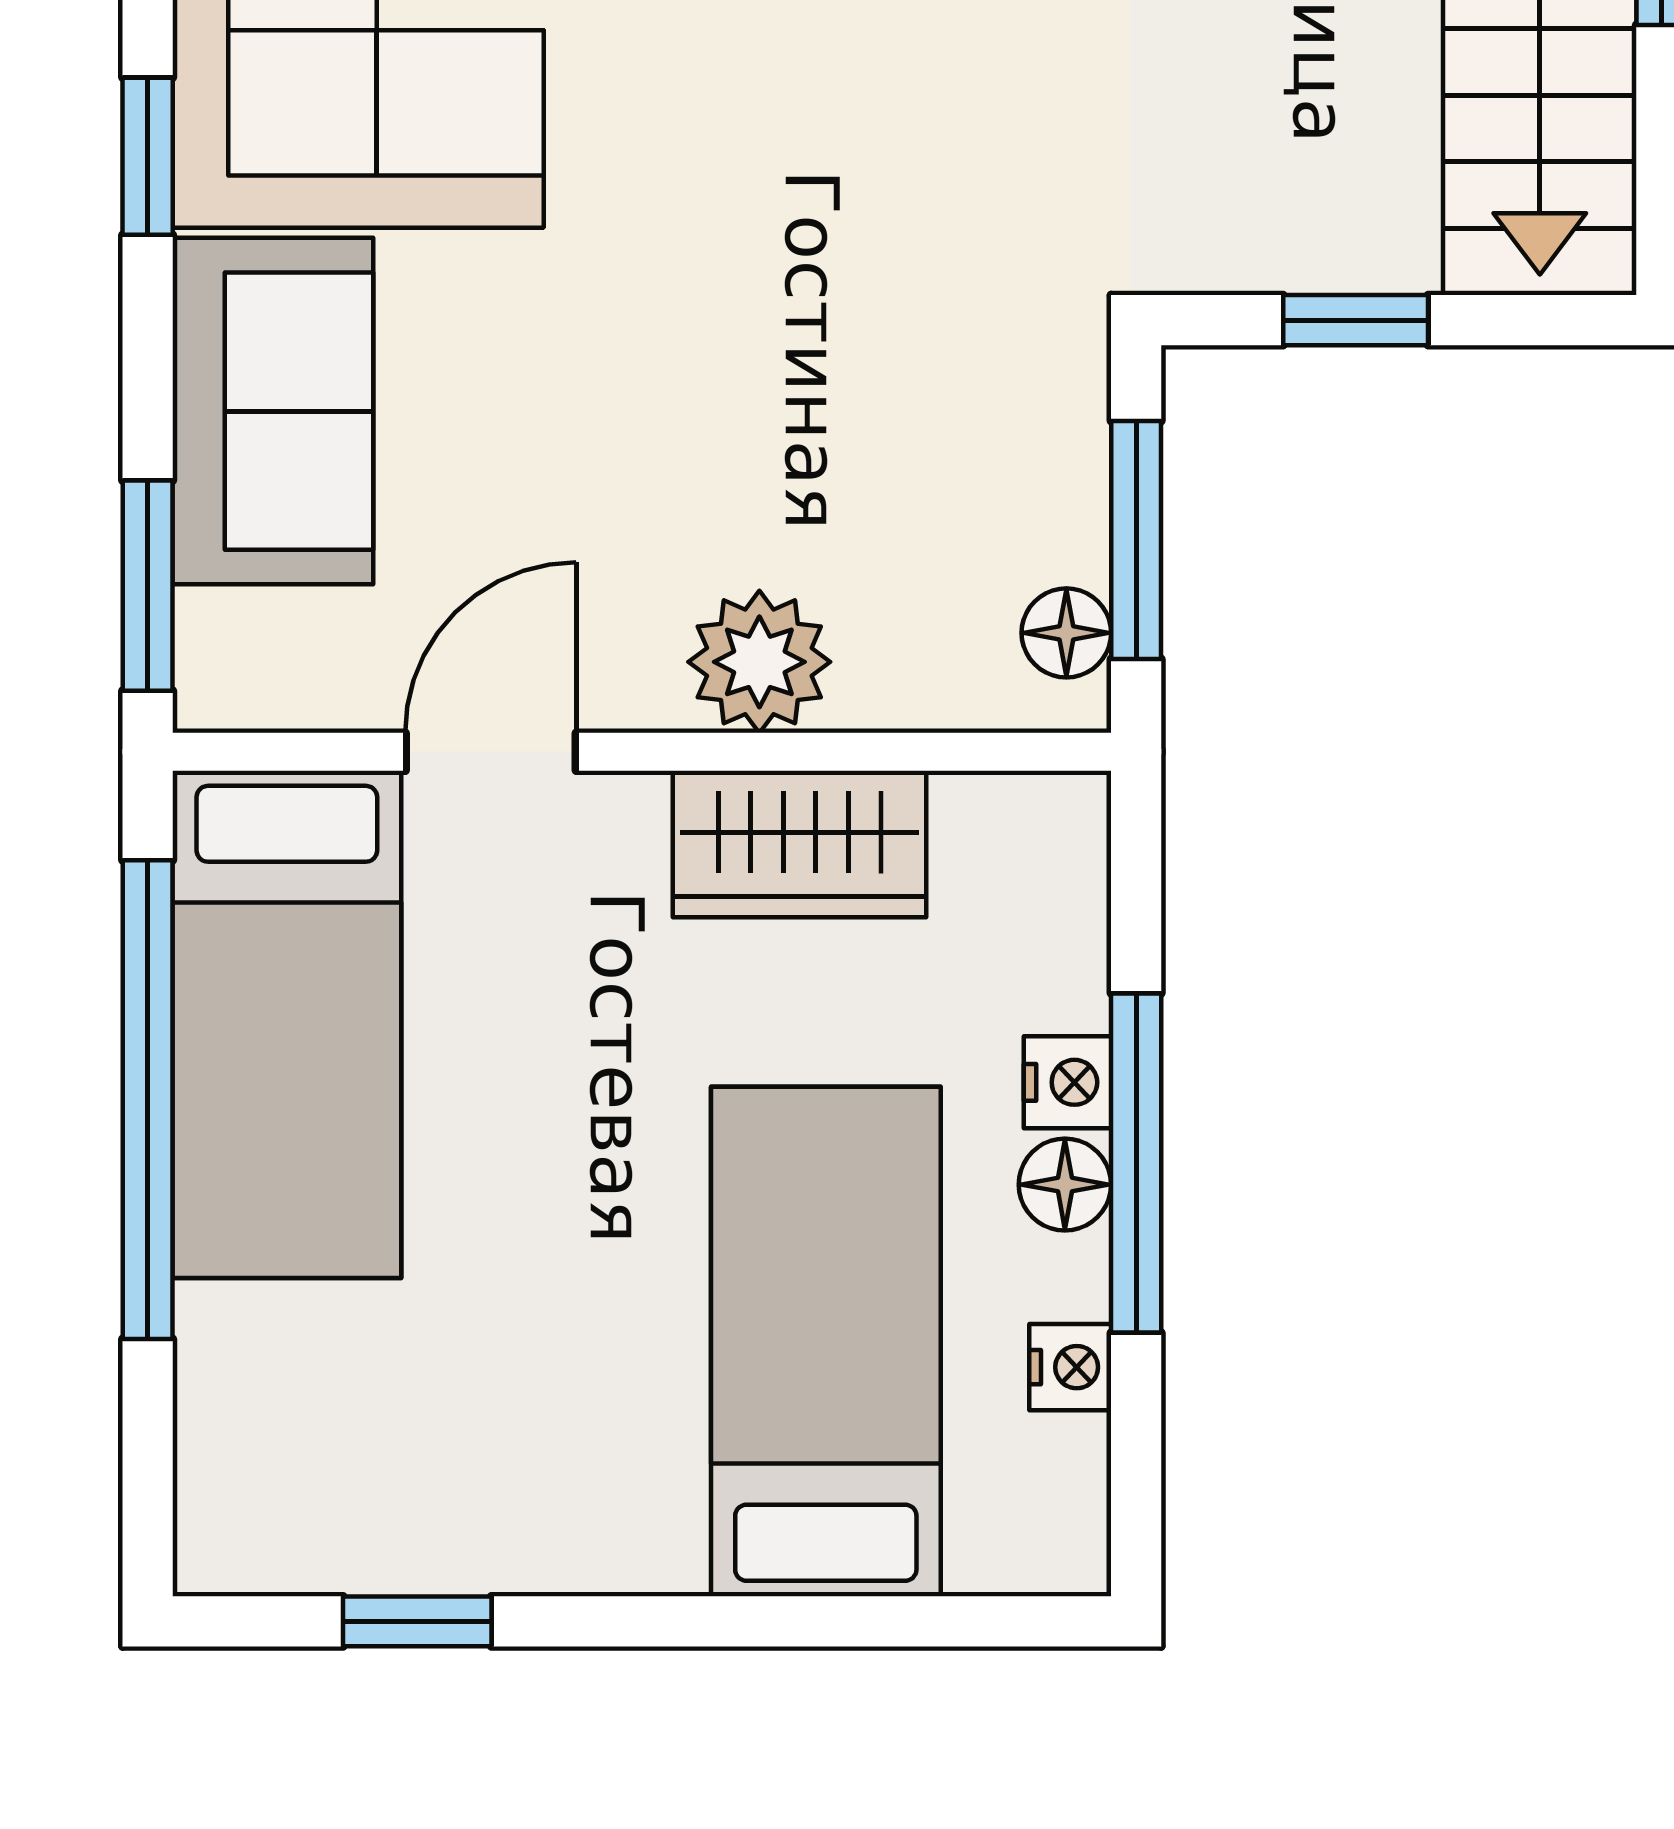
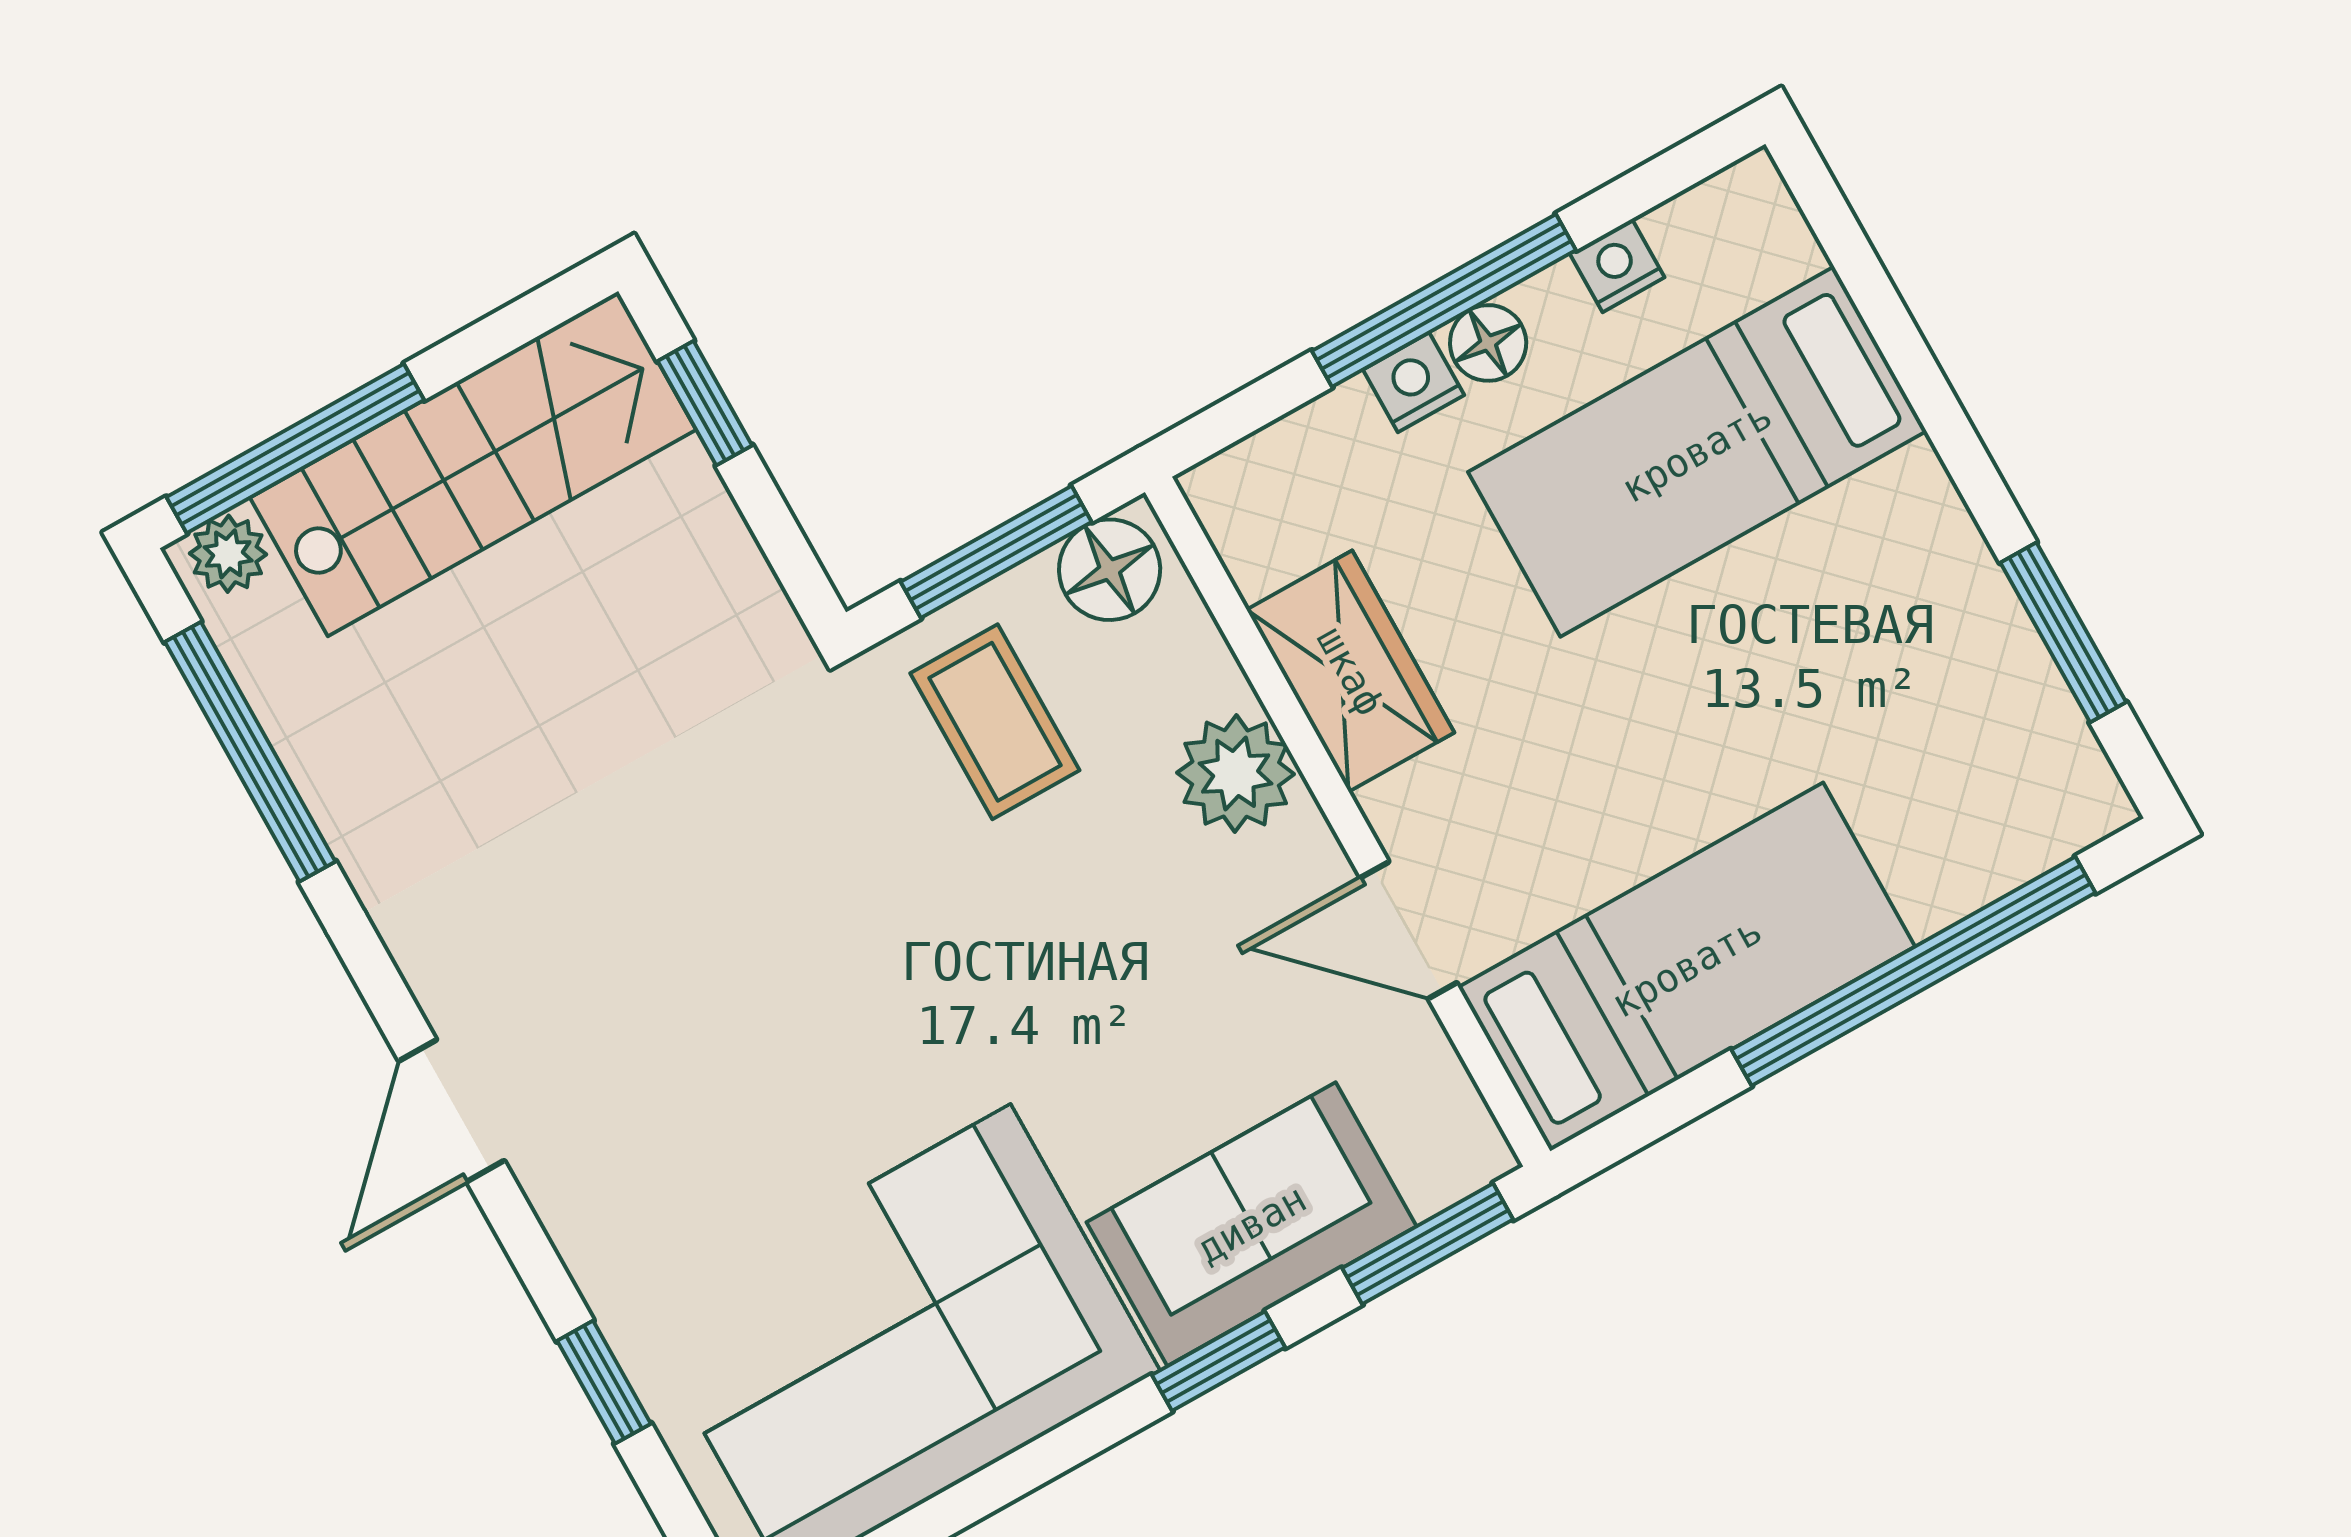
window: (148, 156) -> (1218, 1361), moved
window: (1356, 320) -> (705, 403), moved
coffee table: (957, 438) -> (995, 722), added
floor lamp: (1066, 633) -> (1110, 570), width x1.37, depth x1.37
window: (148, 1100) -> (1913, 971), moved
window: (417, 1621) -> (2063, 632), width x1.50

